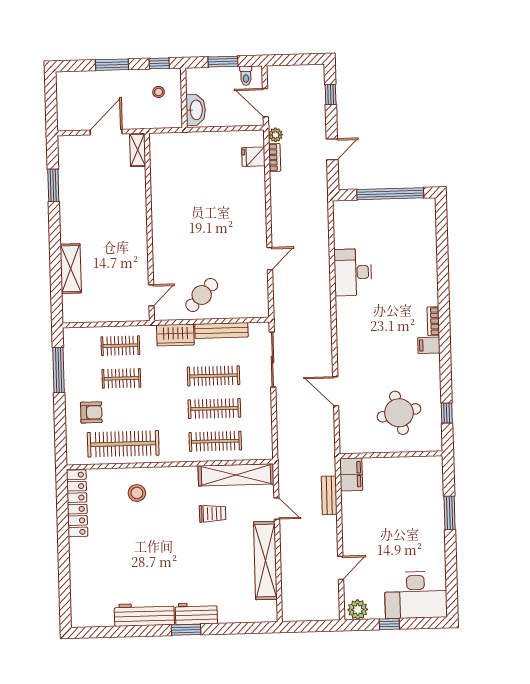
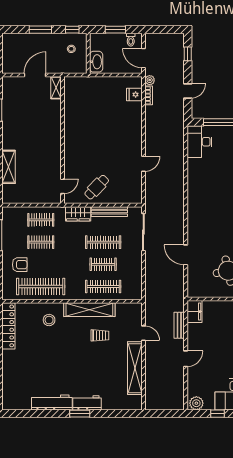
desk: (353, 272) -> (199, 142), moved
clothes rail: (214, 409) -> (103, 264), width x0.73
shelving: (236, 475) -> (89, 310), moved
door: (341, 568) -> (186, 359), moved

